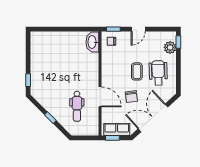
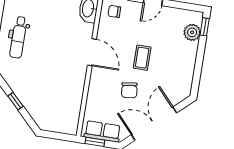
wheelchair: (158, 73) -> (171, 64), removed
door: (100, 97) -> (92, 52), moved
dental chair: (77, 106) -> (18, 37), moved

